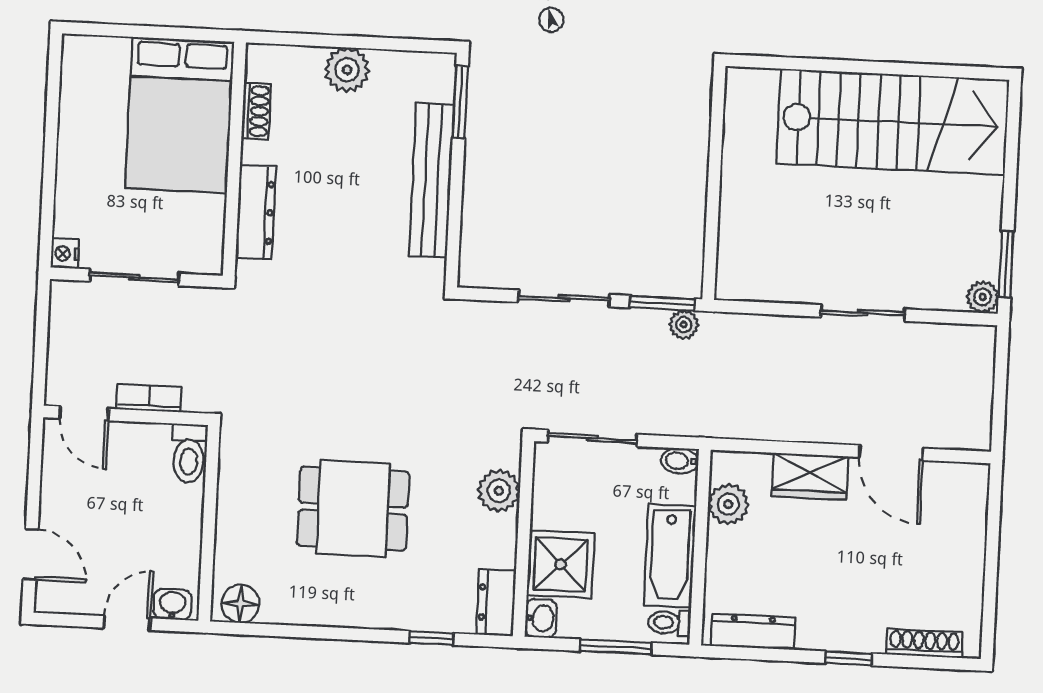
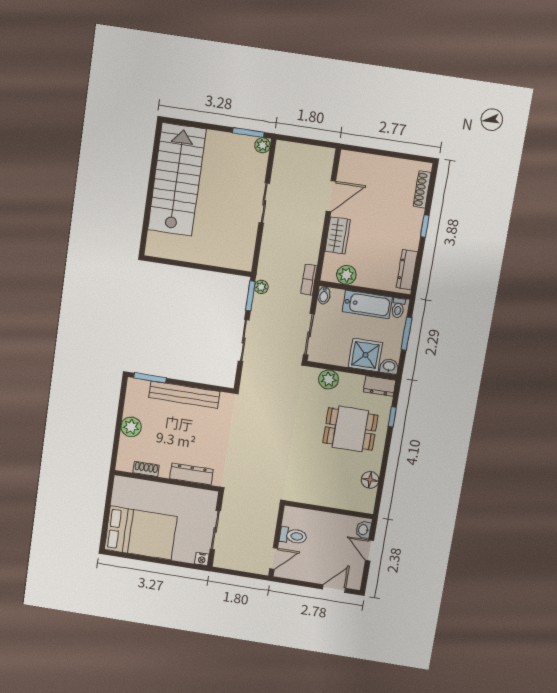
bed: (180, 115) -> (141, 533), moved
bookcase: (149, 398) -> (309, 280), moved
toilet: (189, 453) -> (293, 536), moved
dining table: (353, 509) -> (350, 429), moved, turned 90
floor lamp: (240, 604) -> (370, 480), moved

